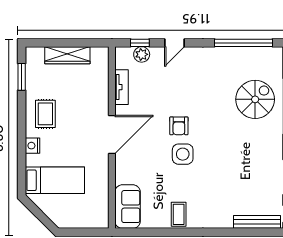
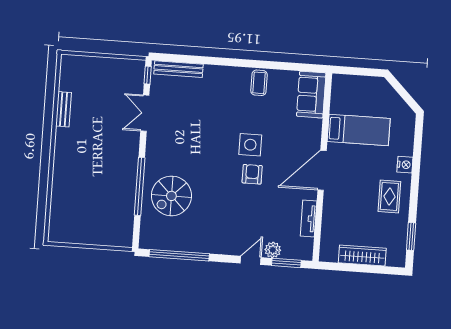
window: (140, 43) -> (286, 263), width x1.50
plant: (142, 54) -> (273, 250), moved
bed: (55, 180) -> (359, 130), moved, turned 180

